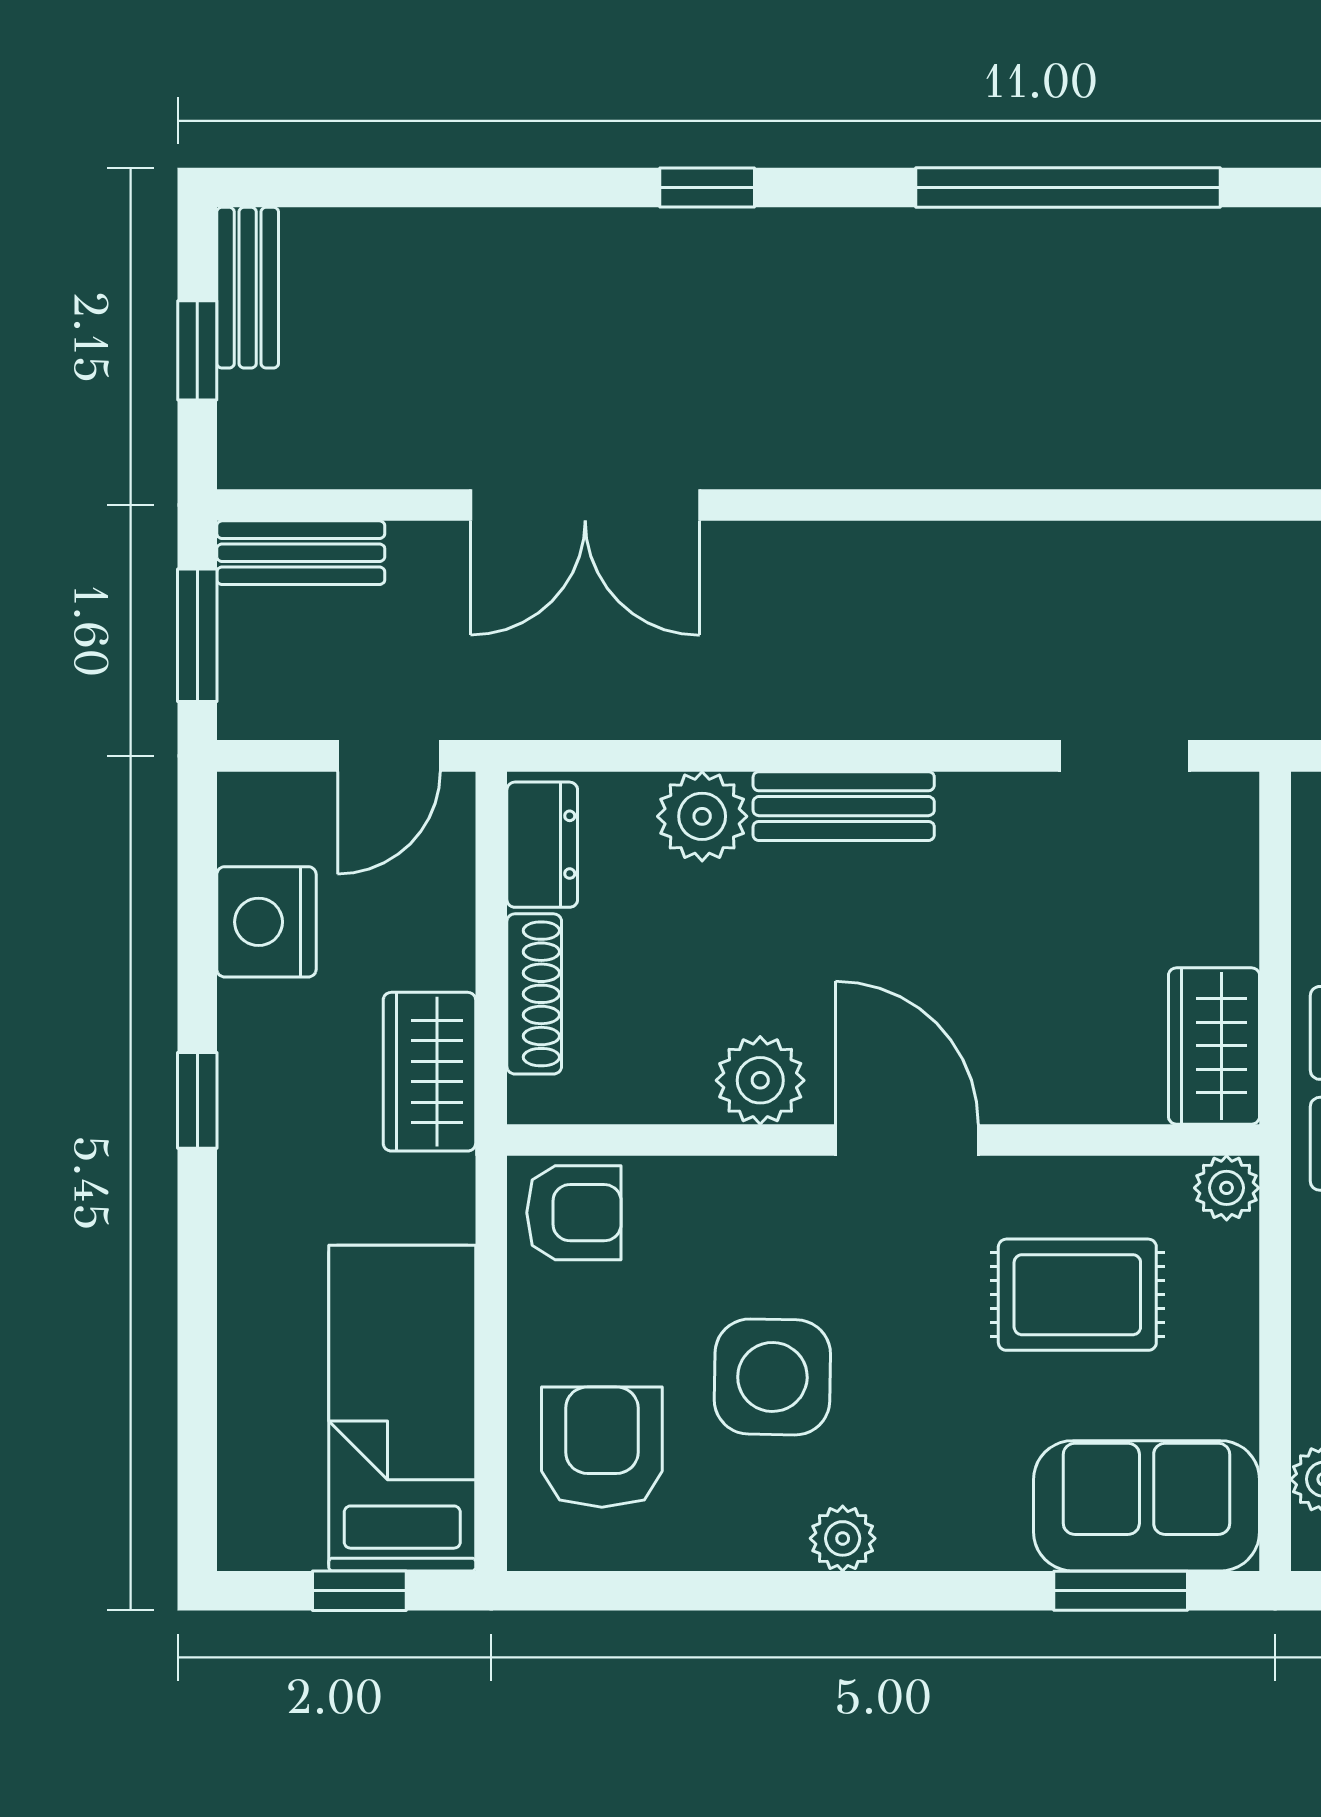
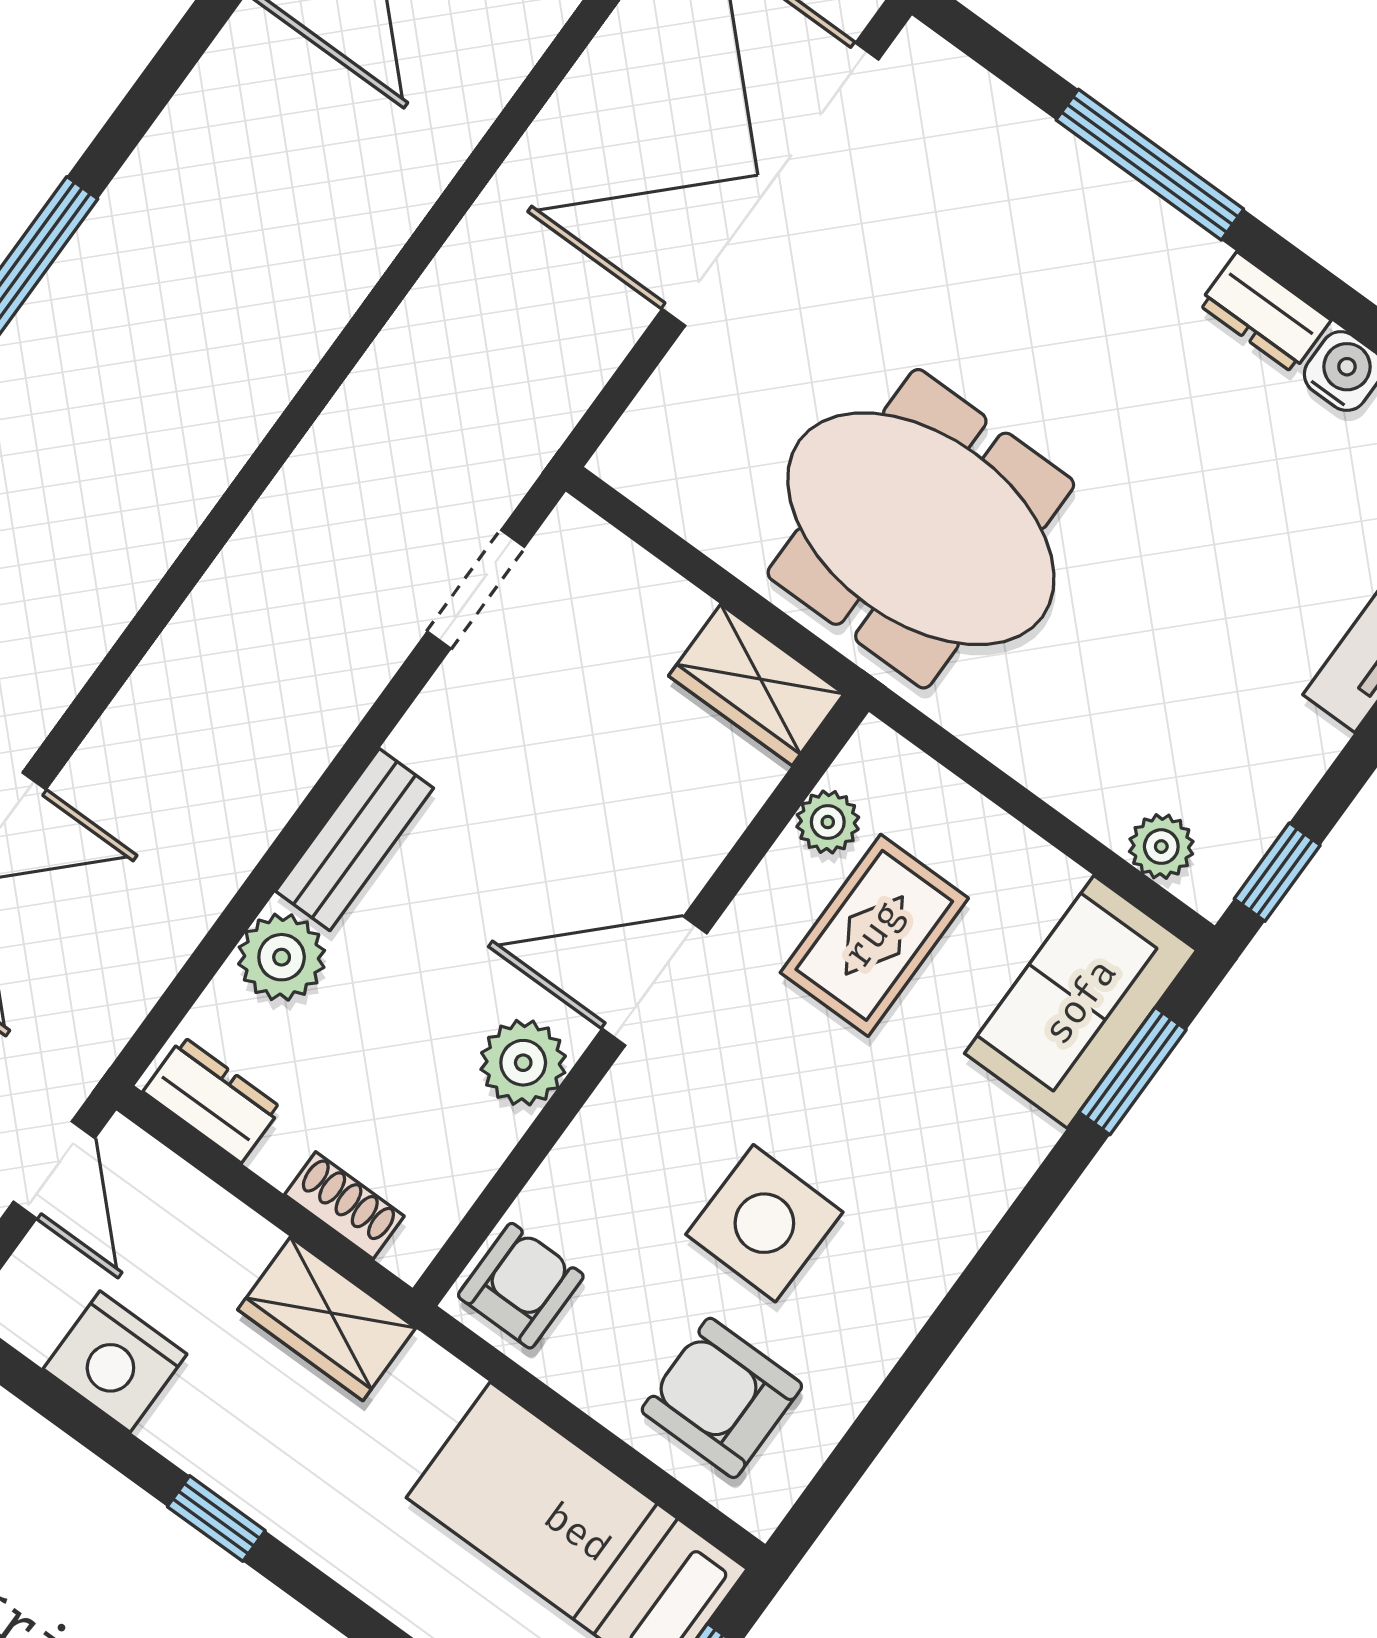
shoe rack: (534, 994) -> (344, 1205), width x0.70
plant: (1227, 1188) -> (828, 822), moved
plant: (843, 1538) -> (932, 1260), removed

